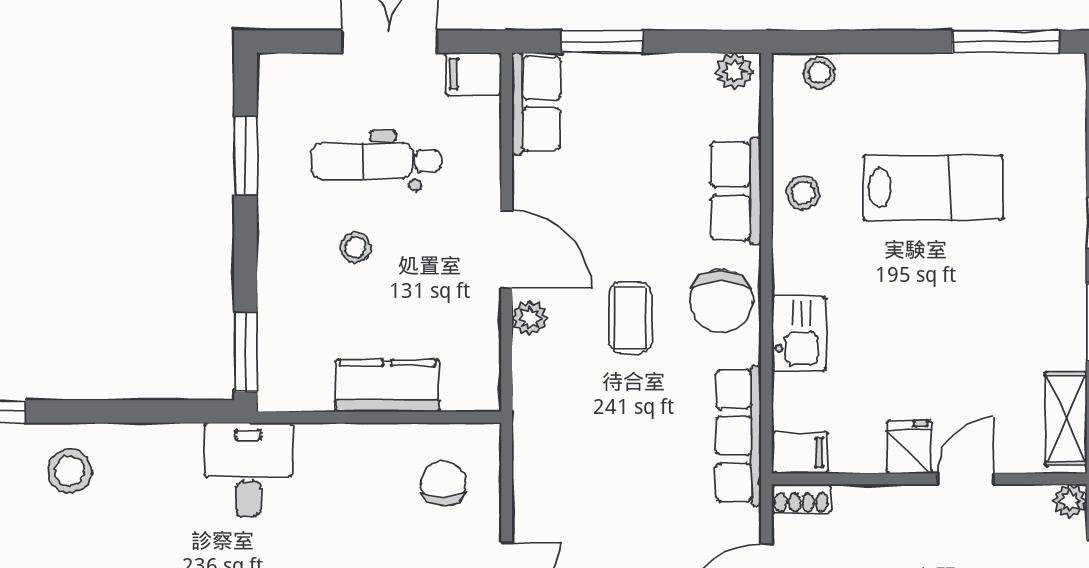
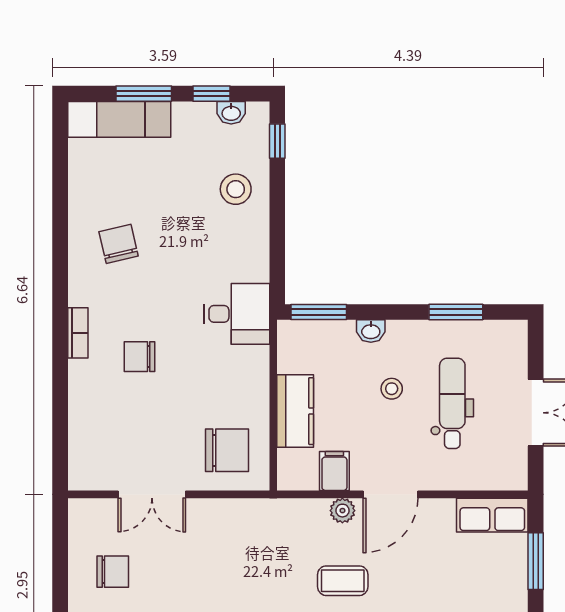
filing cabinet: (473, 74) -> (334, 471), moved
washbasin: (273, 278) -> (371, 331), added
chair: (444, 483) -> (227, 450), width x1.37, depth x1.37

